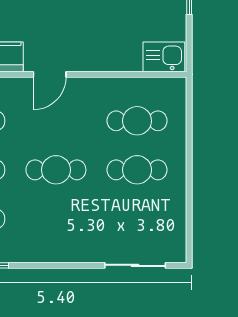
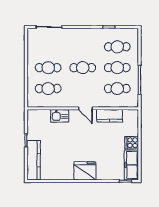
kitchen sink: (164, 57) -> (60, 116), moved
door: (50, 74) -> (85, 108), swing flipped

